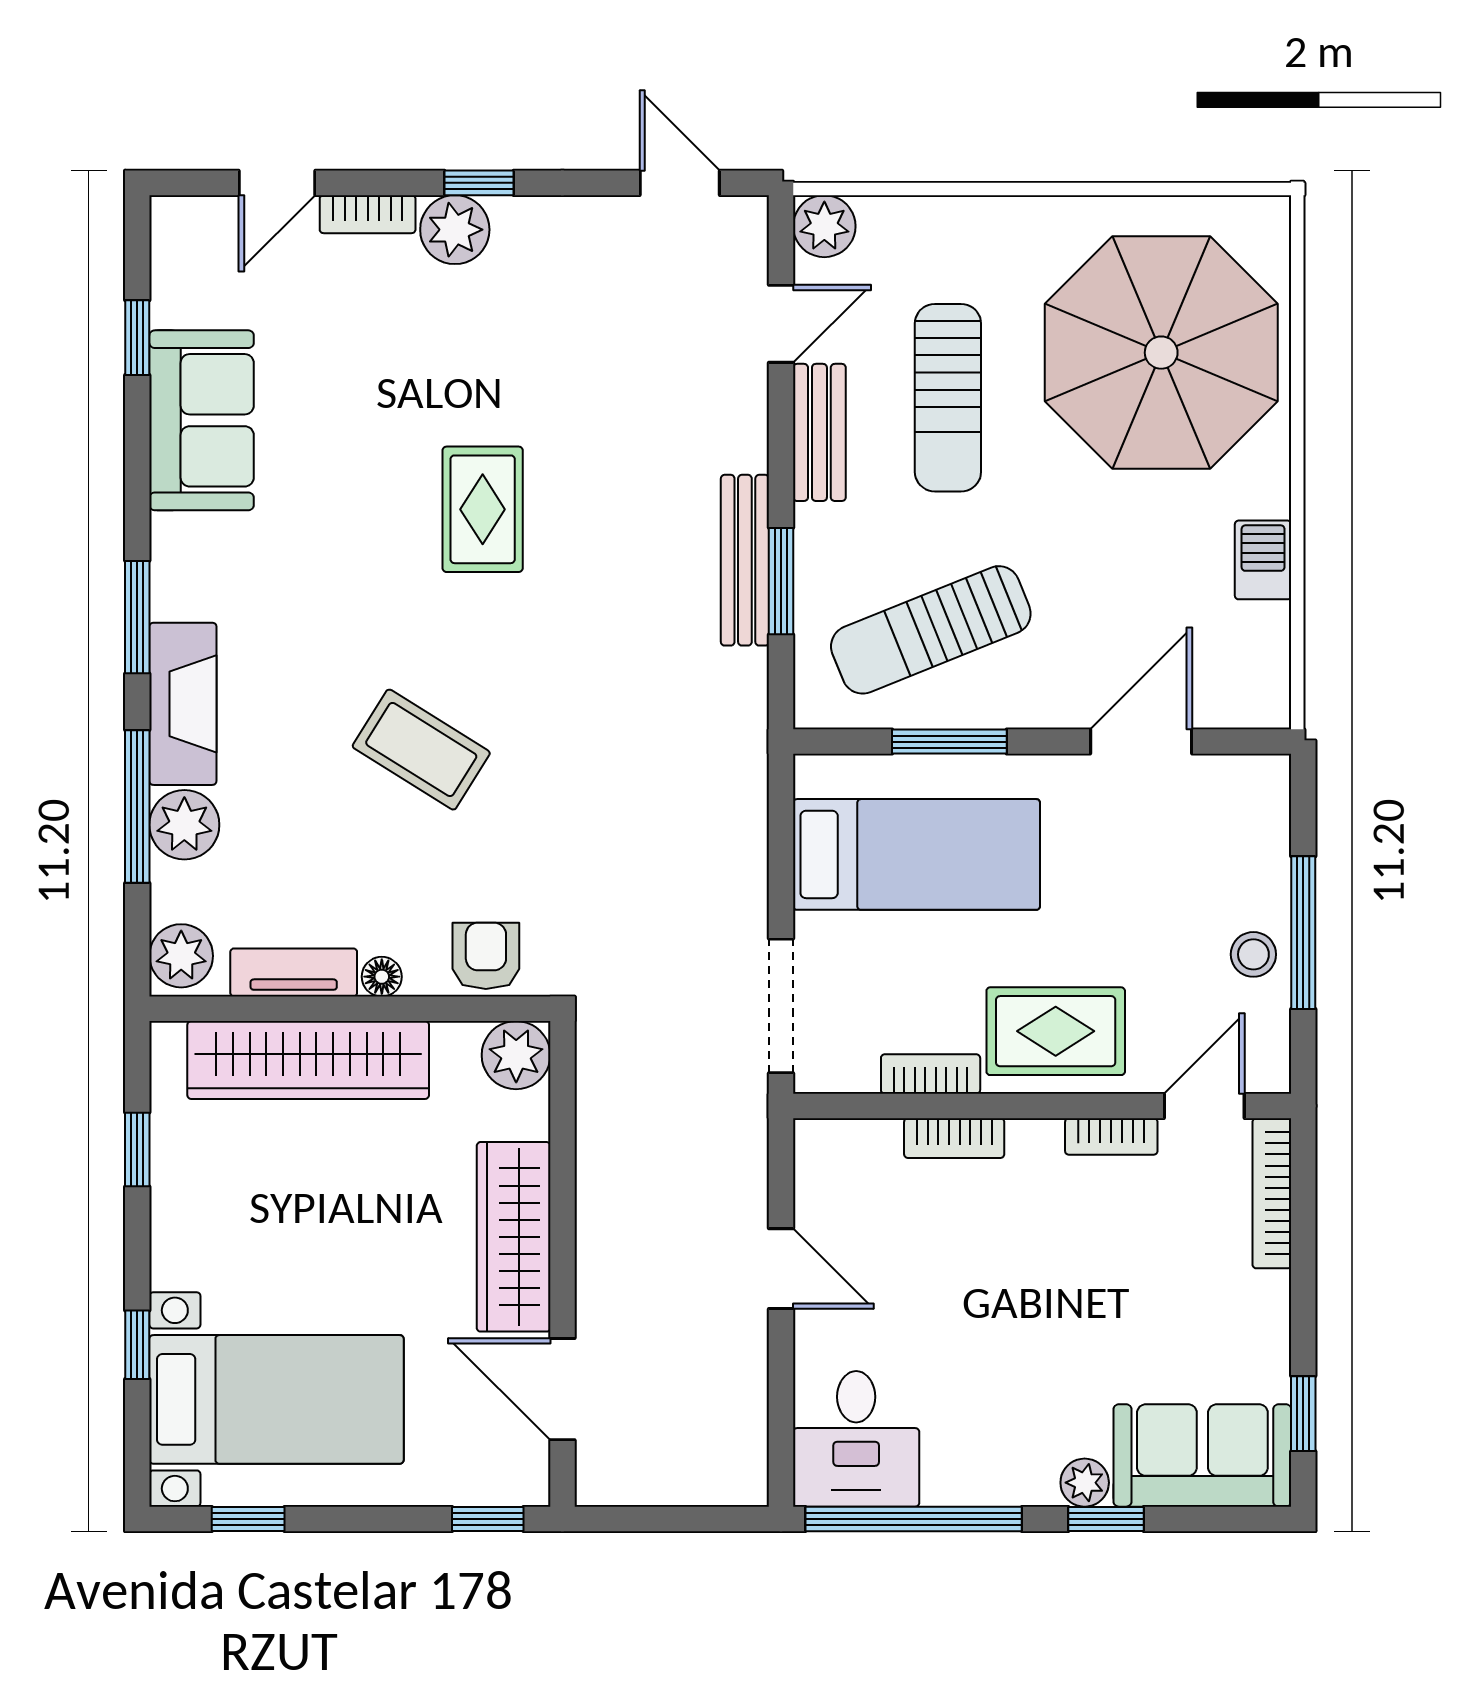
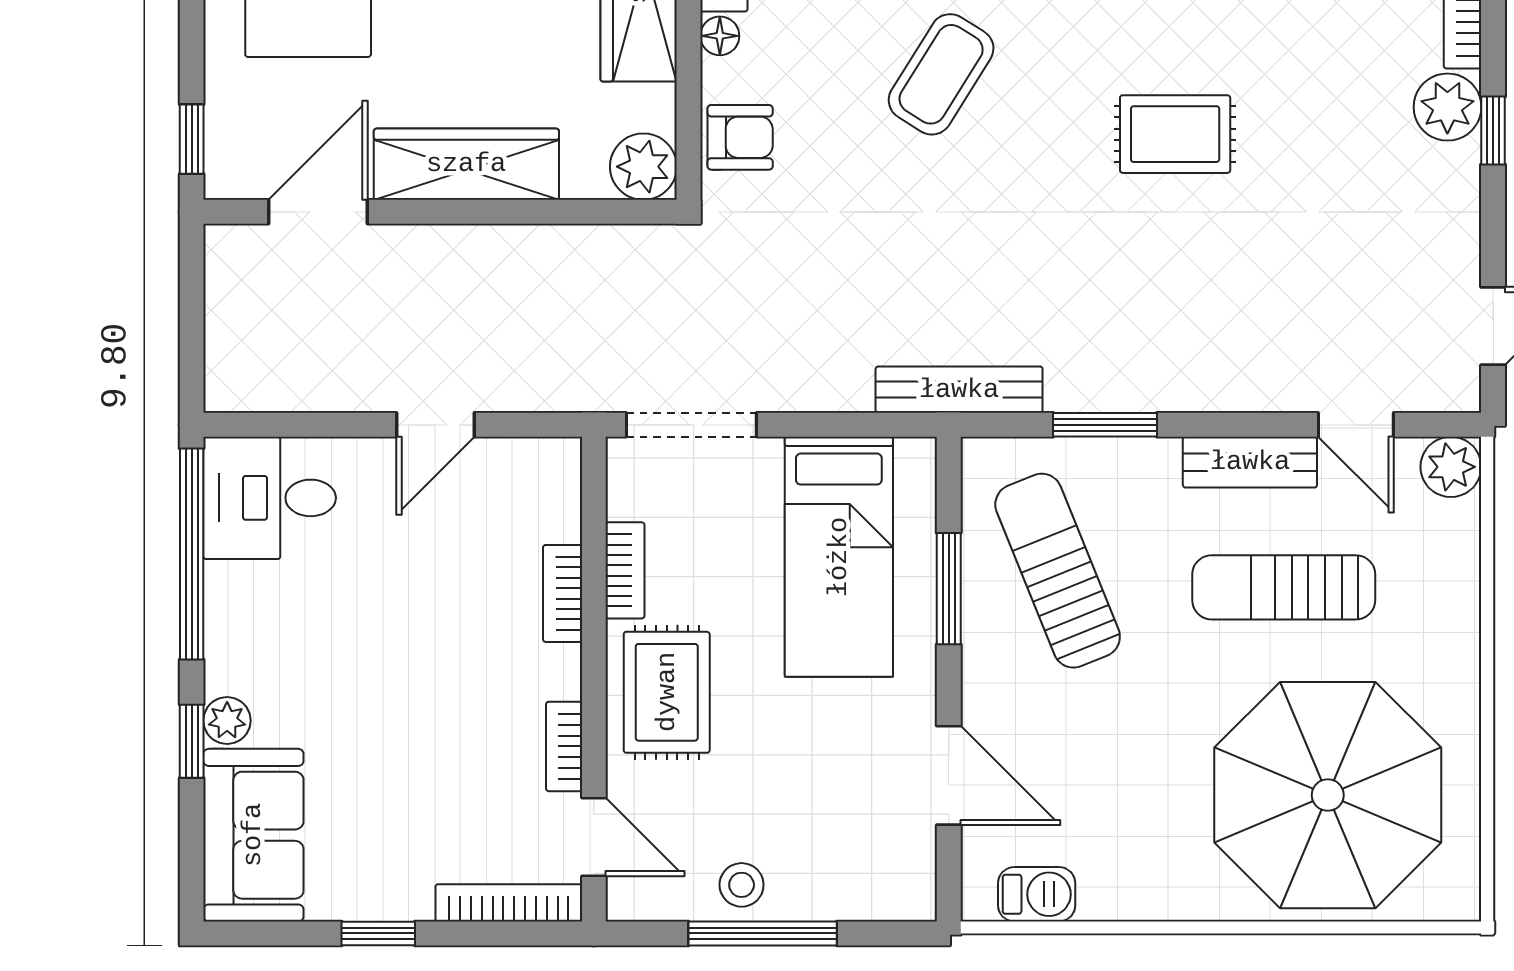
bench: (745, 560) -> (959, 390), moved
barbecue: (1263, 560) -> (1037, 894), moved
window: (1303, 1414) -> (378, 933), moved

